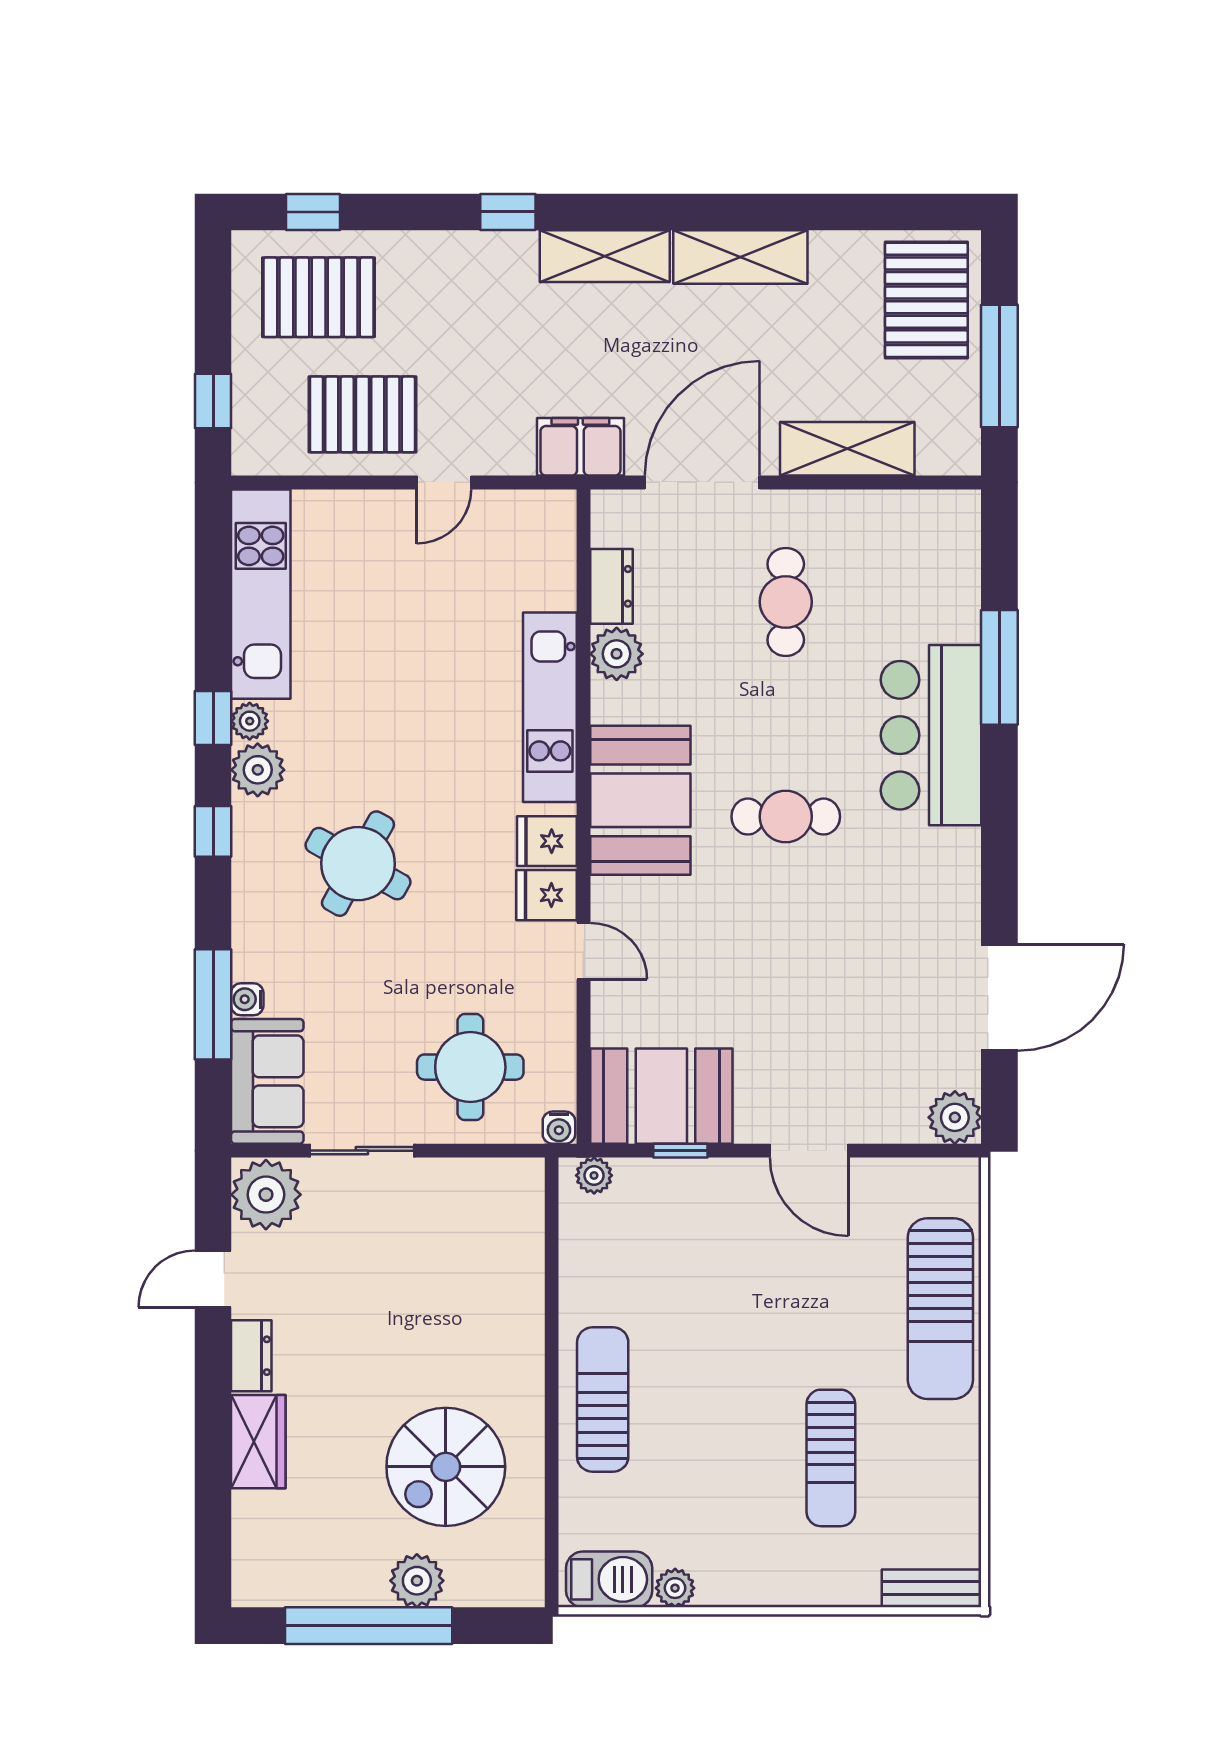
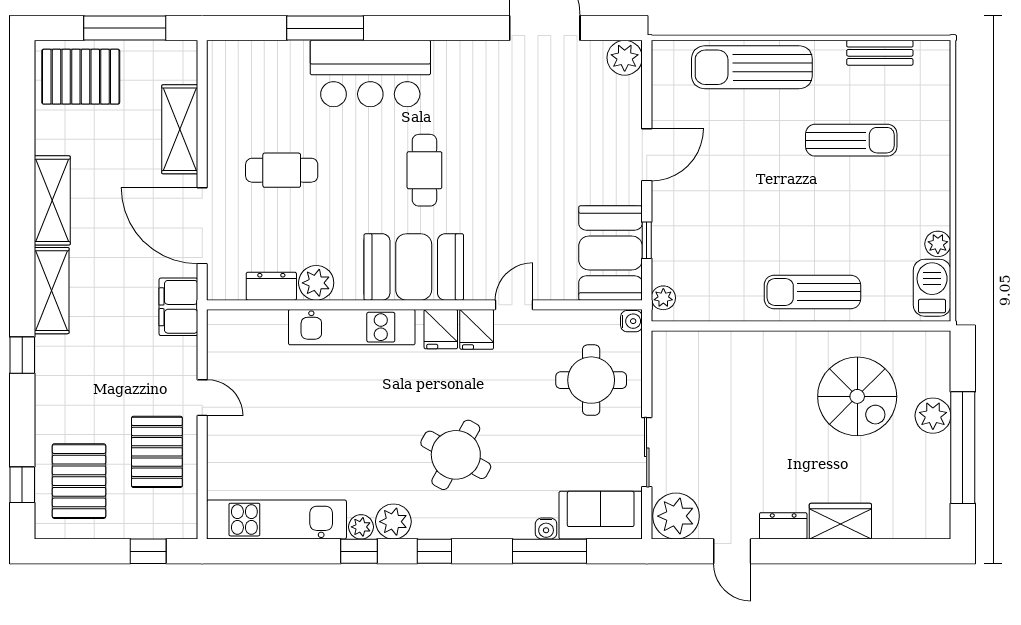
sun lounger: (940, 1309) -> (752, 67), turned 180
bench: (931, 1588) -> (880, 53), moved, turned 90

